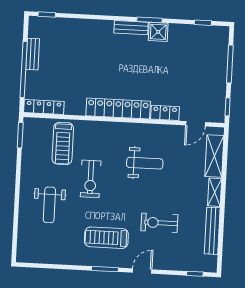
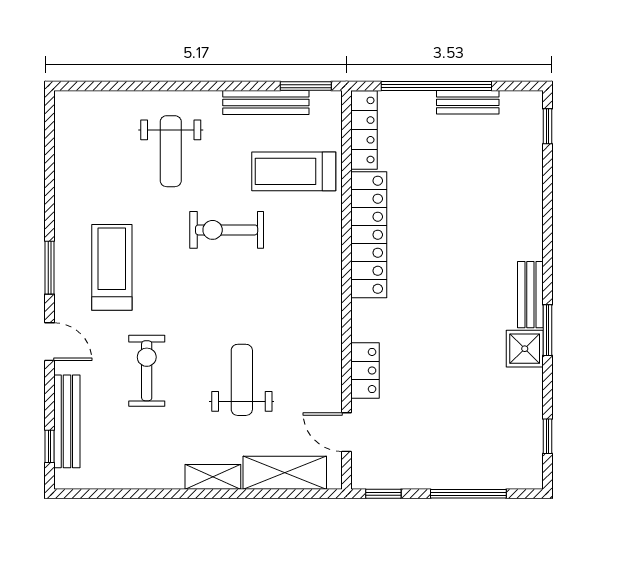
locker: (118, 108) -> (369, 235), moved
bench: (27, 156) -> (266, 102), added
weight bench: (145, 163) -> (242, 380), moved, turned 180
weight bench: (49, 205) -> (171, 151), turned -90
bench: (212, 231) -> (67, 421), moved, turned 90

